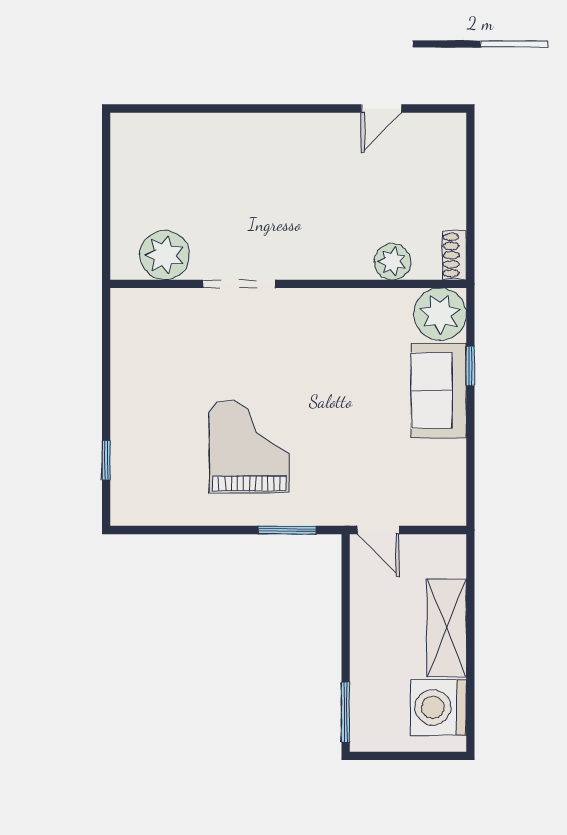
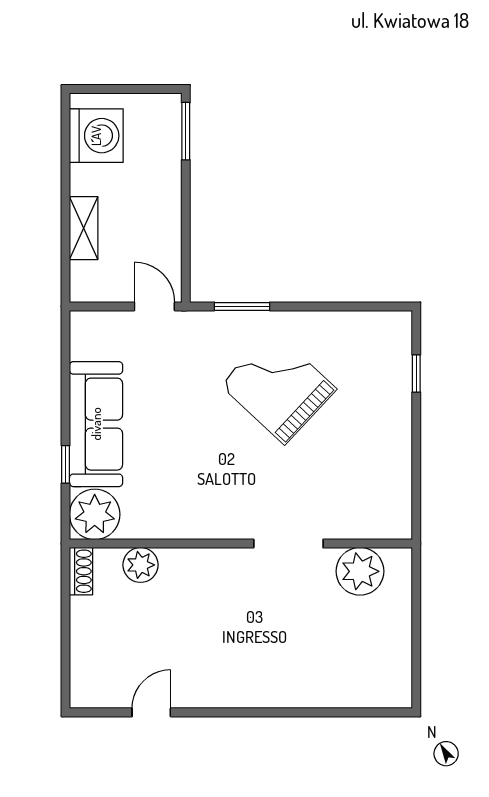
sofa: (439, 391) -> (96, 424), width x1.36
grand piano: (249, 446) -> (278, 387), turned 133
shelving: (447, 628) -> (84, 228), width x0.67, depth x0.75

